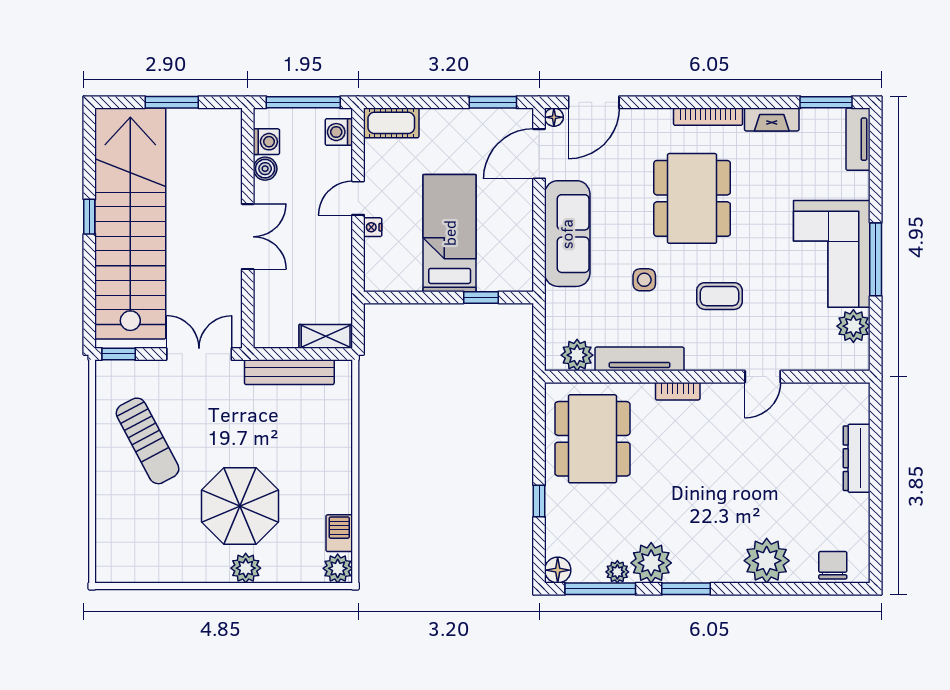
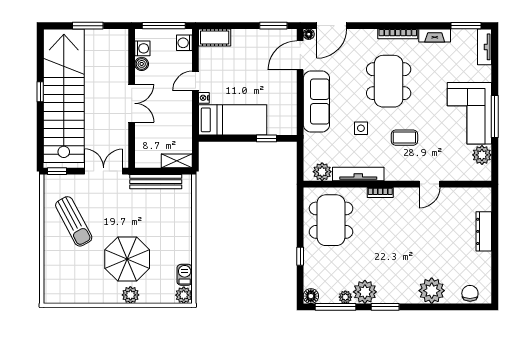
bed: (450, 233) -> (233, 120), moved, turned 90

